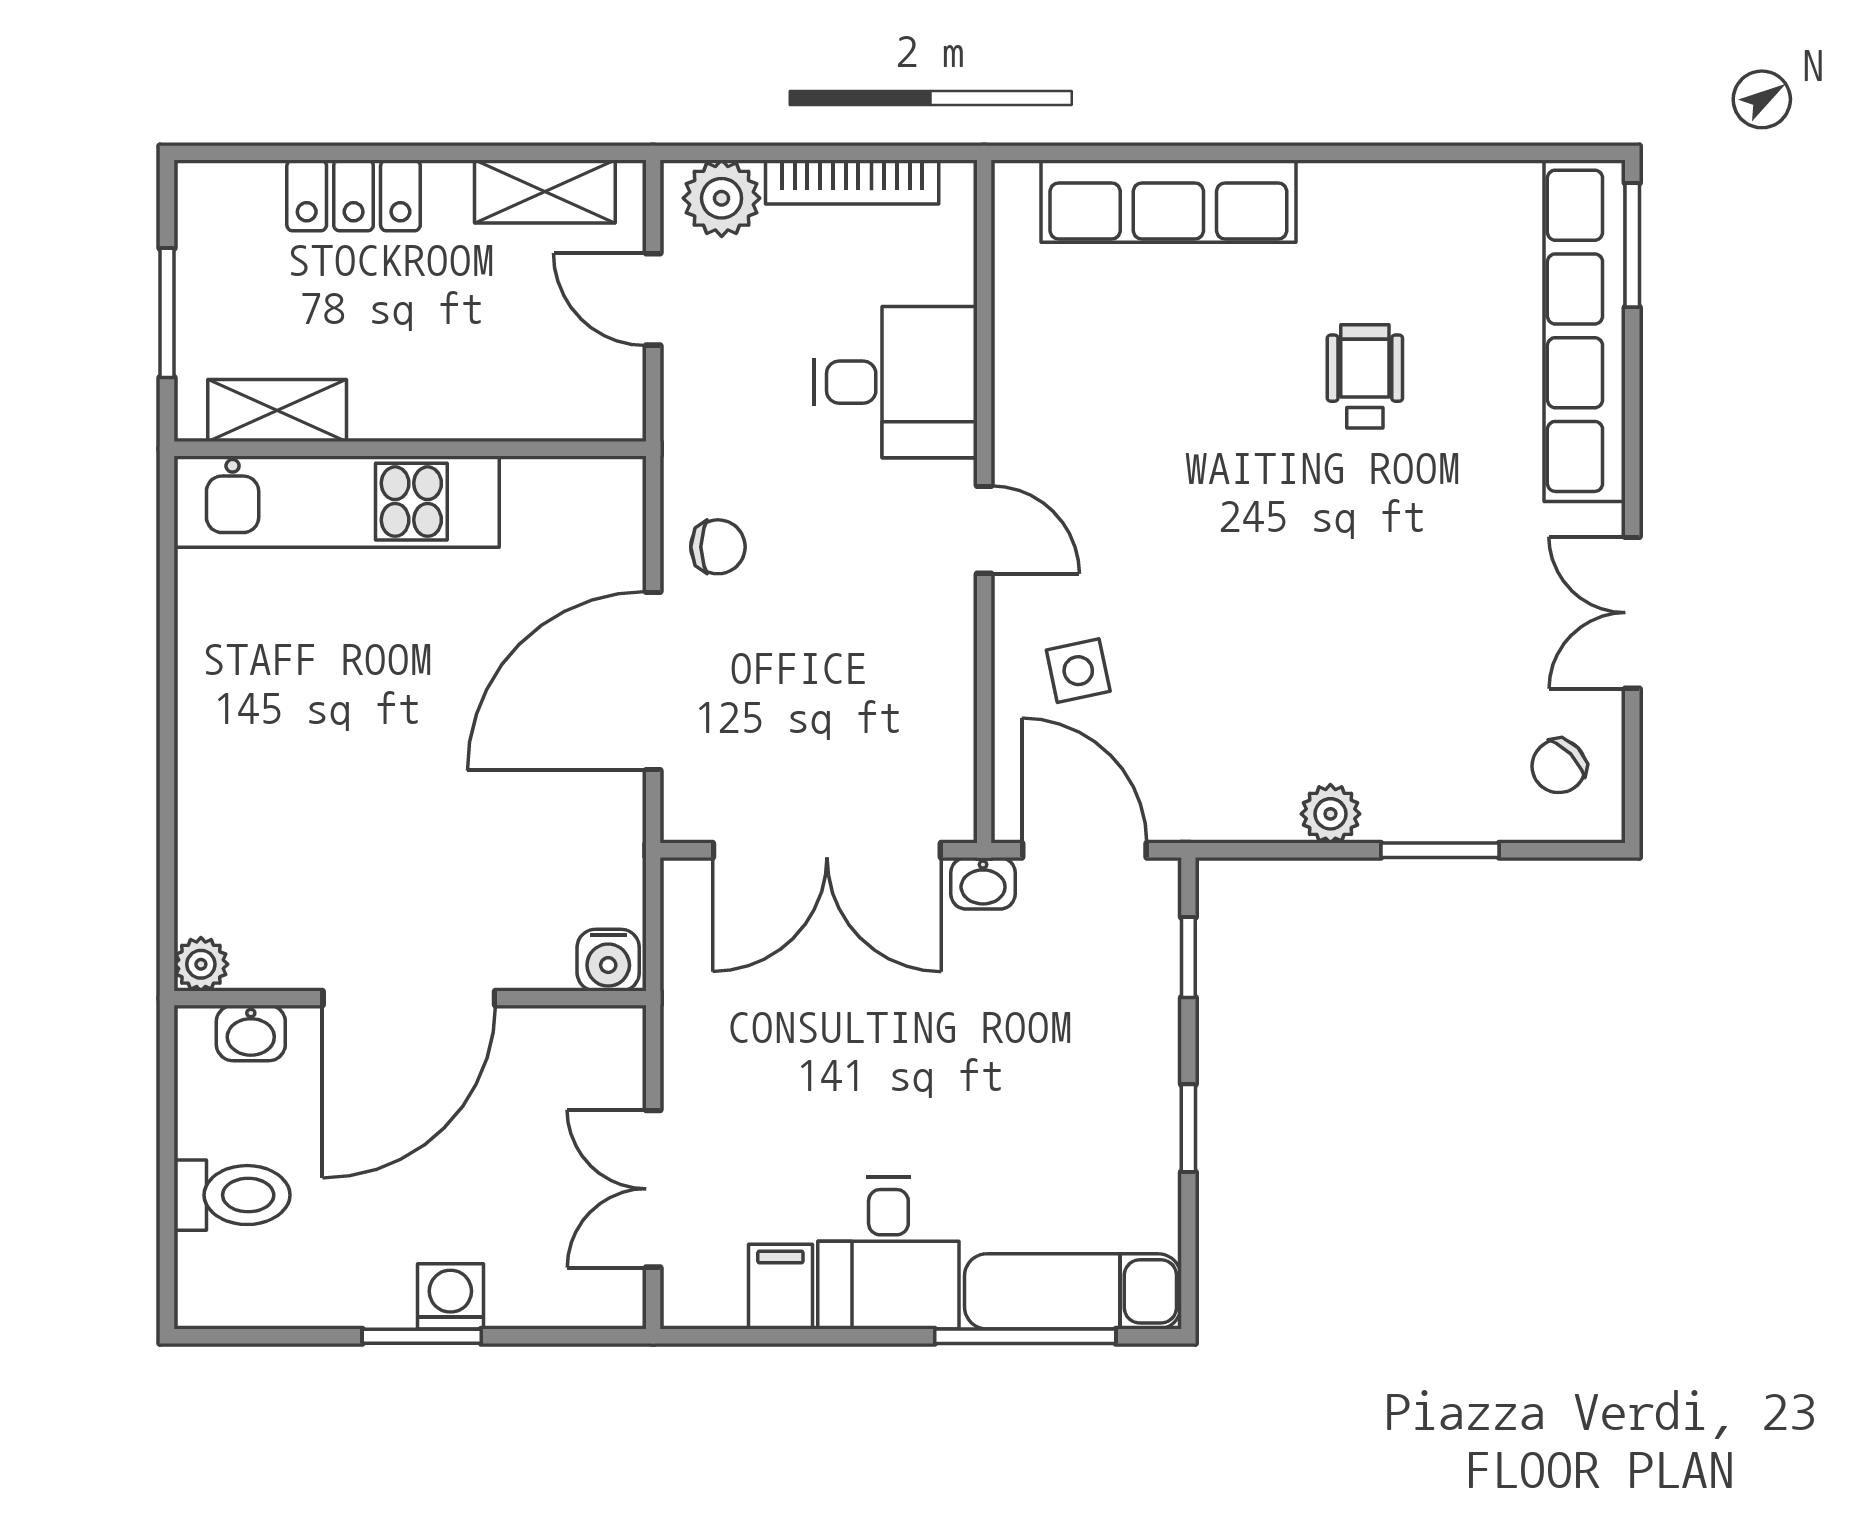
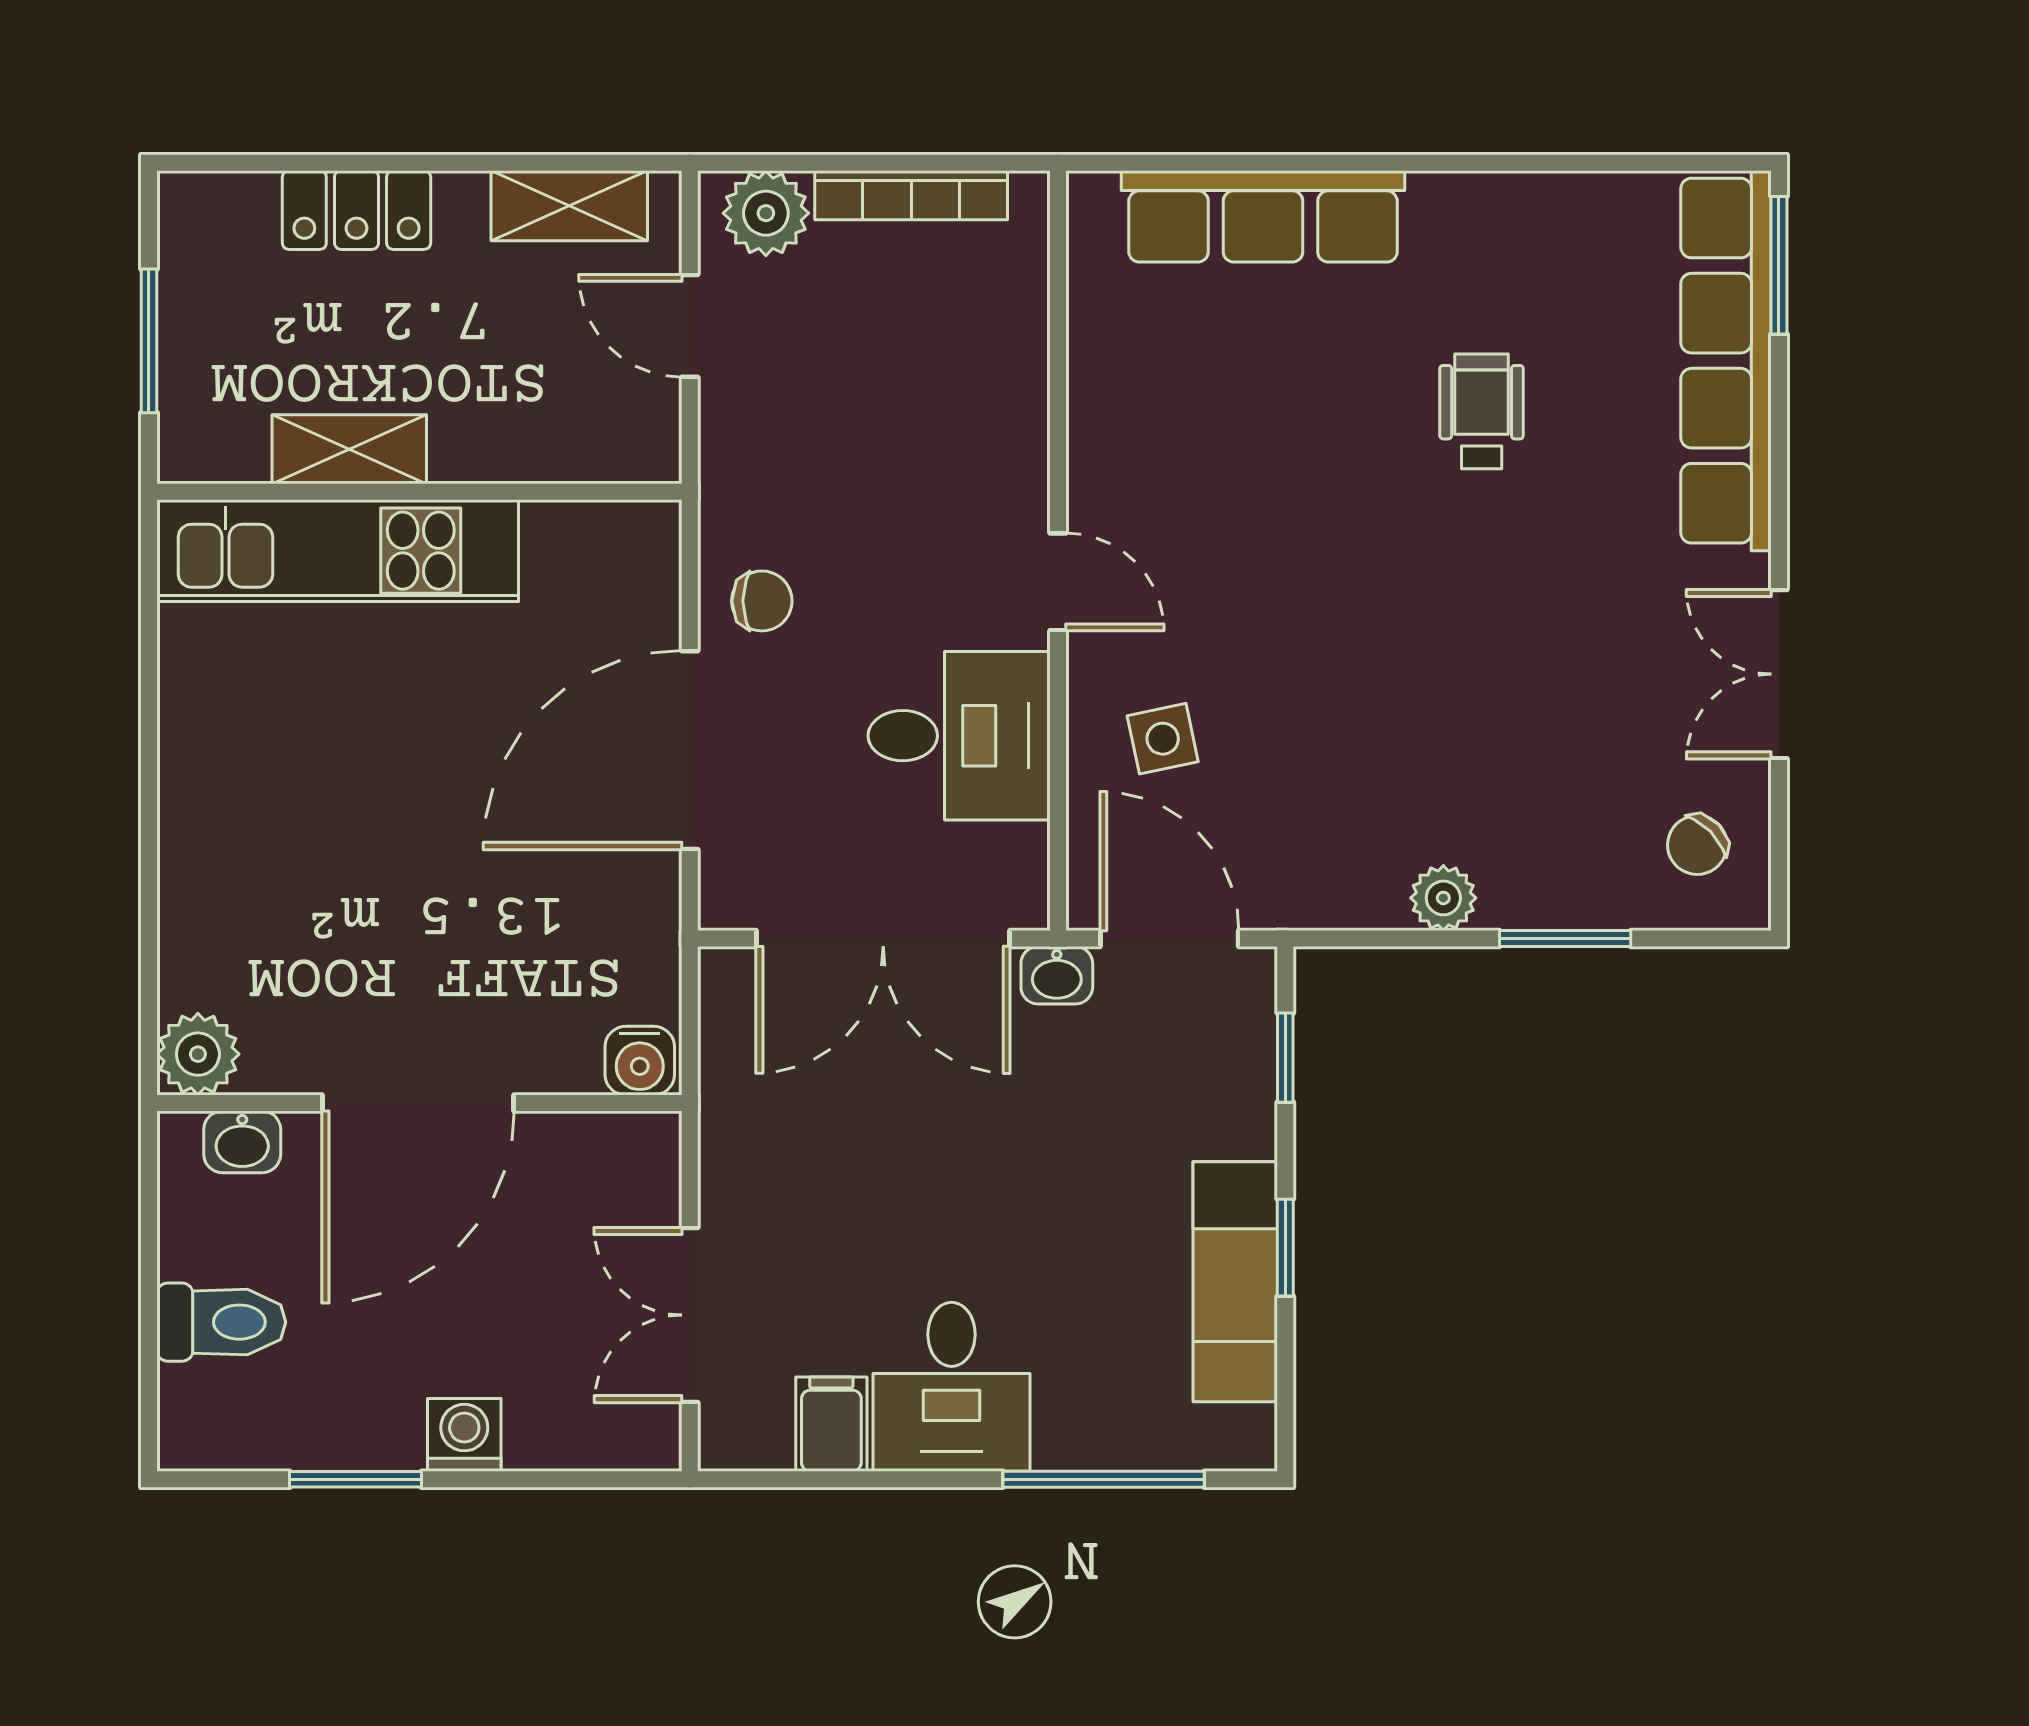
desk: (895, 382) -> (959, 736), moved
shelving: (277, 411) -> (349, 449), moved
plant: (201, 964) -> (198, 1054), width x1.38, depth x1.38
exam couch: (1073, 1291) -> (1235, 1282), moved, turned -90
window: (422, 1336) -> (356, 1479), moved

